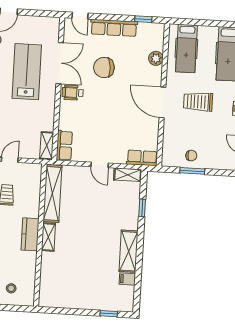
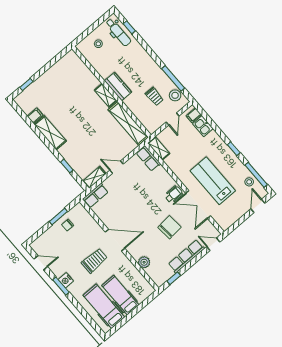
hospital bed: (186, 48) -> (120, 295), moved
lab bench: (27, 72) -> (213, 181), turned 180

